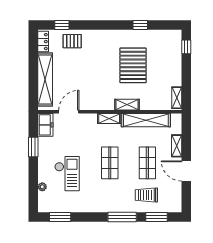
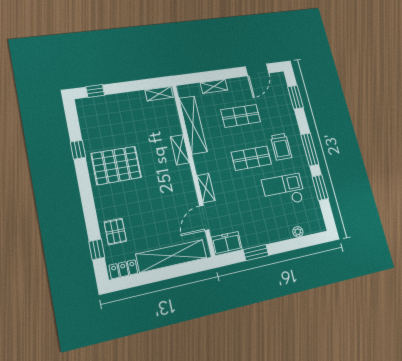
pallet: (133, 65) -> (116, 165), moved
door: (69, 112) -> (204, 218), hinge flipped
shelving: (109, 119) -> (206, 188), moved
door: (186, 171) -> (257, 70), moved
checkout: (67, 174) -> (284, 190), moved
trolley: (146, 195) -> (281, 147), moved
window: (60, 217) -> (320, 188), moved
window: (122, 217) -> (310, 150), moved

